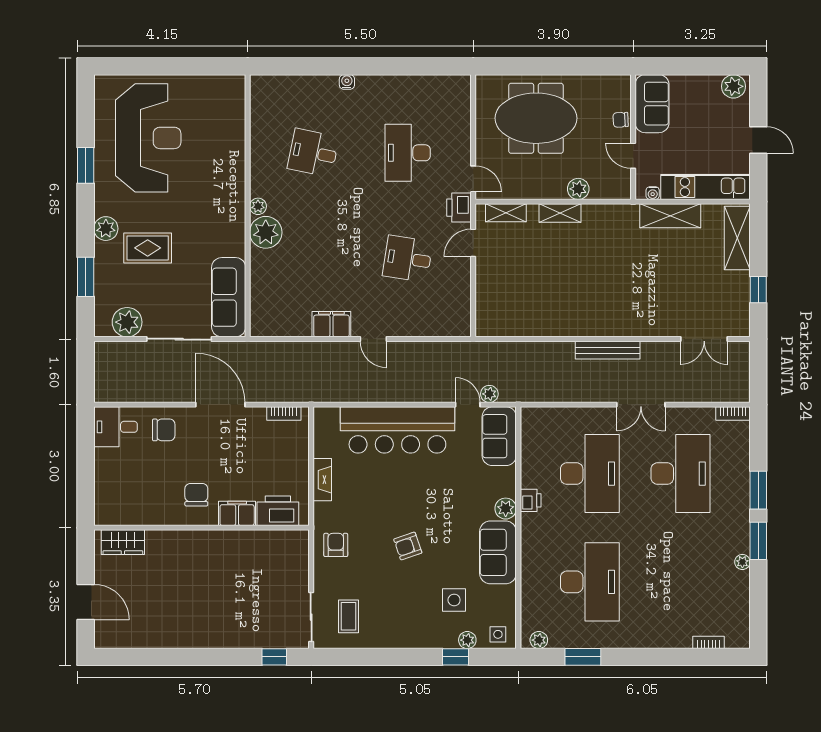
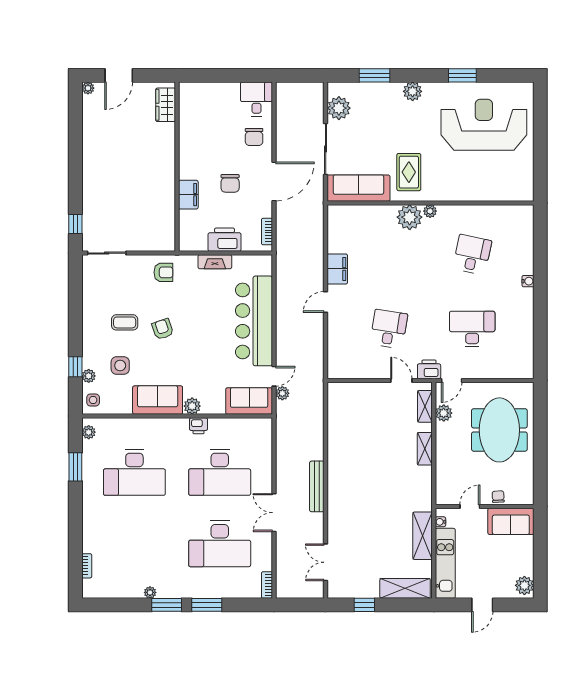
reception desk: (148, 138) -> (484, 125), turned 180
plant: (578, 189) -> (444, 413), moved
rug: (148, 248) -> (409, 172), moved
chair: (196, 495) -> (230, 183), moved, turned 90
printer: (278, 511) -> (225, 240), moved, turned -90
coffee table: (349, 616) -> (125, 322), moved
plant: (102, 641) -> (88, 88), added

